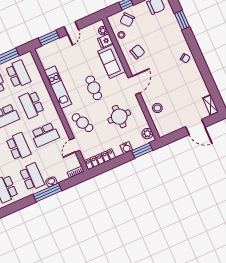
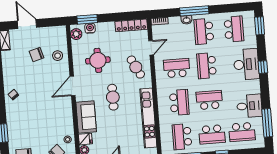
chair: (137, 52) -> (37, 55), moved
kitchen unit: (58, 87) -> (148, 118), width x1.36
water cooler: (126, 148) -> (90, 28), moved

